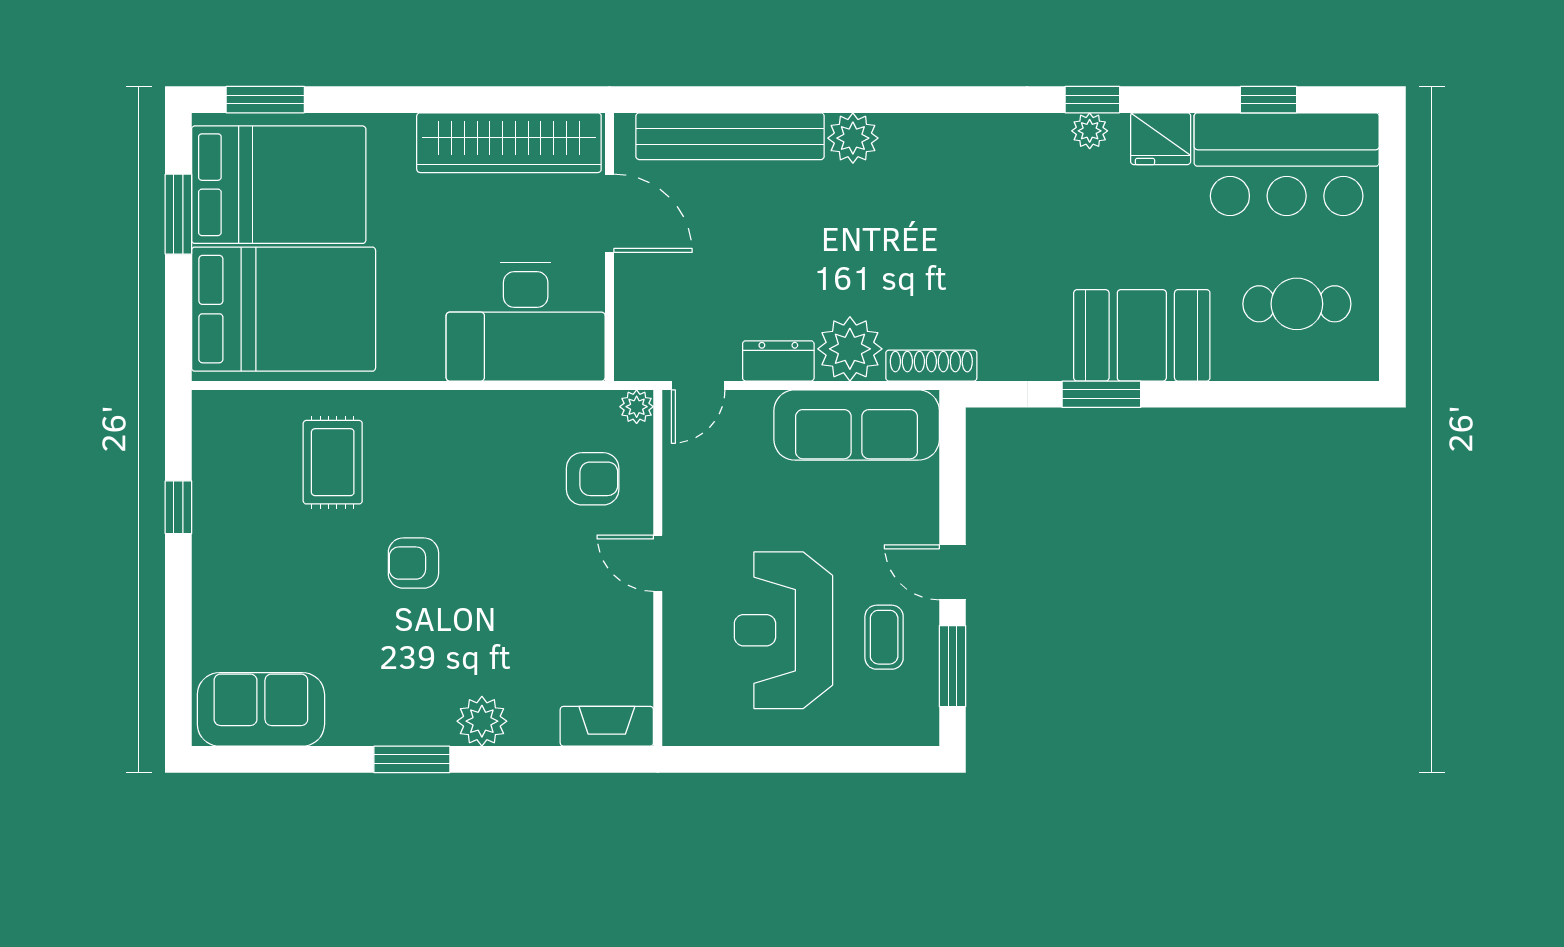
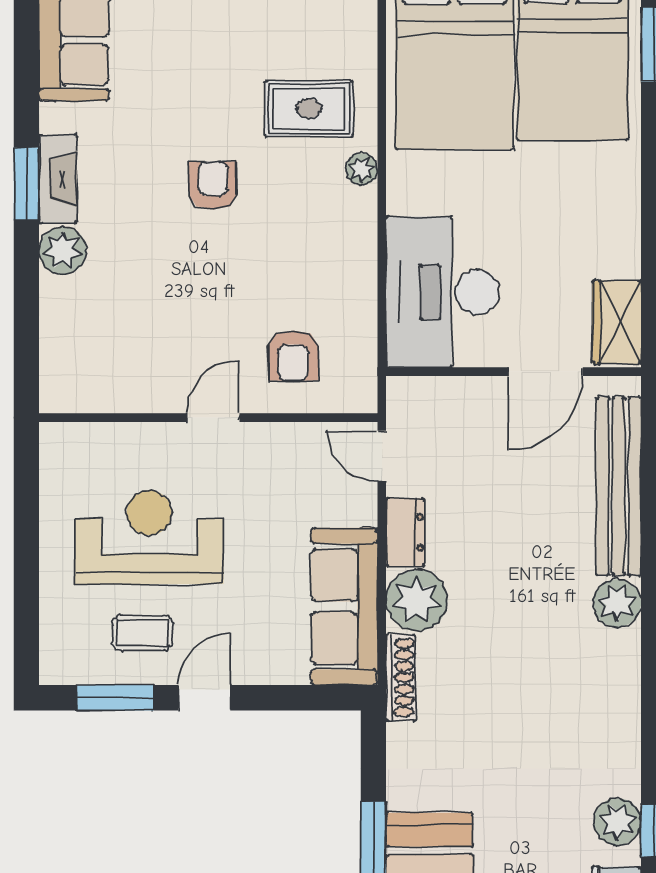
plant: (1090, 131) -> (617, 822), width x1.38, depth x1.38
wardrobe: (509, 143) -> (617, 322), width x0.48, depth x0.85
plant: (637, 407) -> (362, 169), moved
fireplace: (607, 726) -> (58, 179), moved

